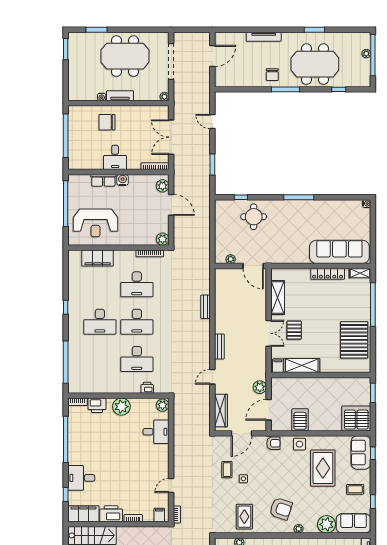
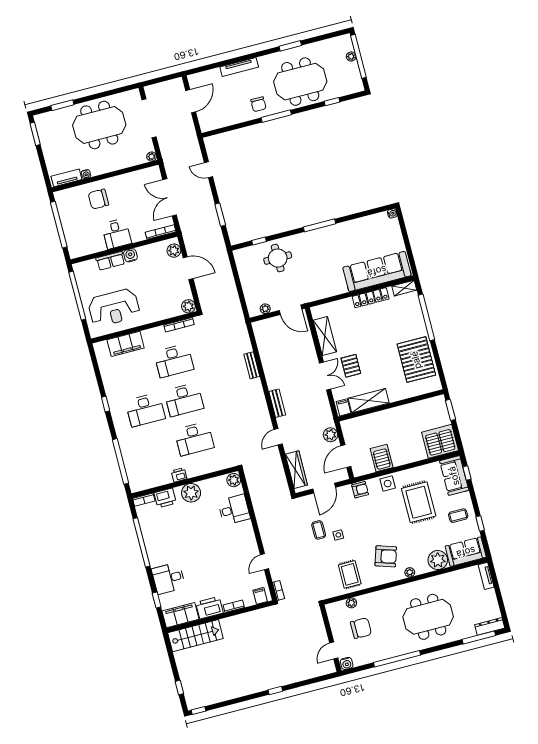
tv unit: (120, 96) -> (66, 178), moved
printer: (147, 388) -> (179, 475), moved

